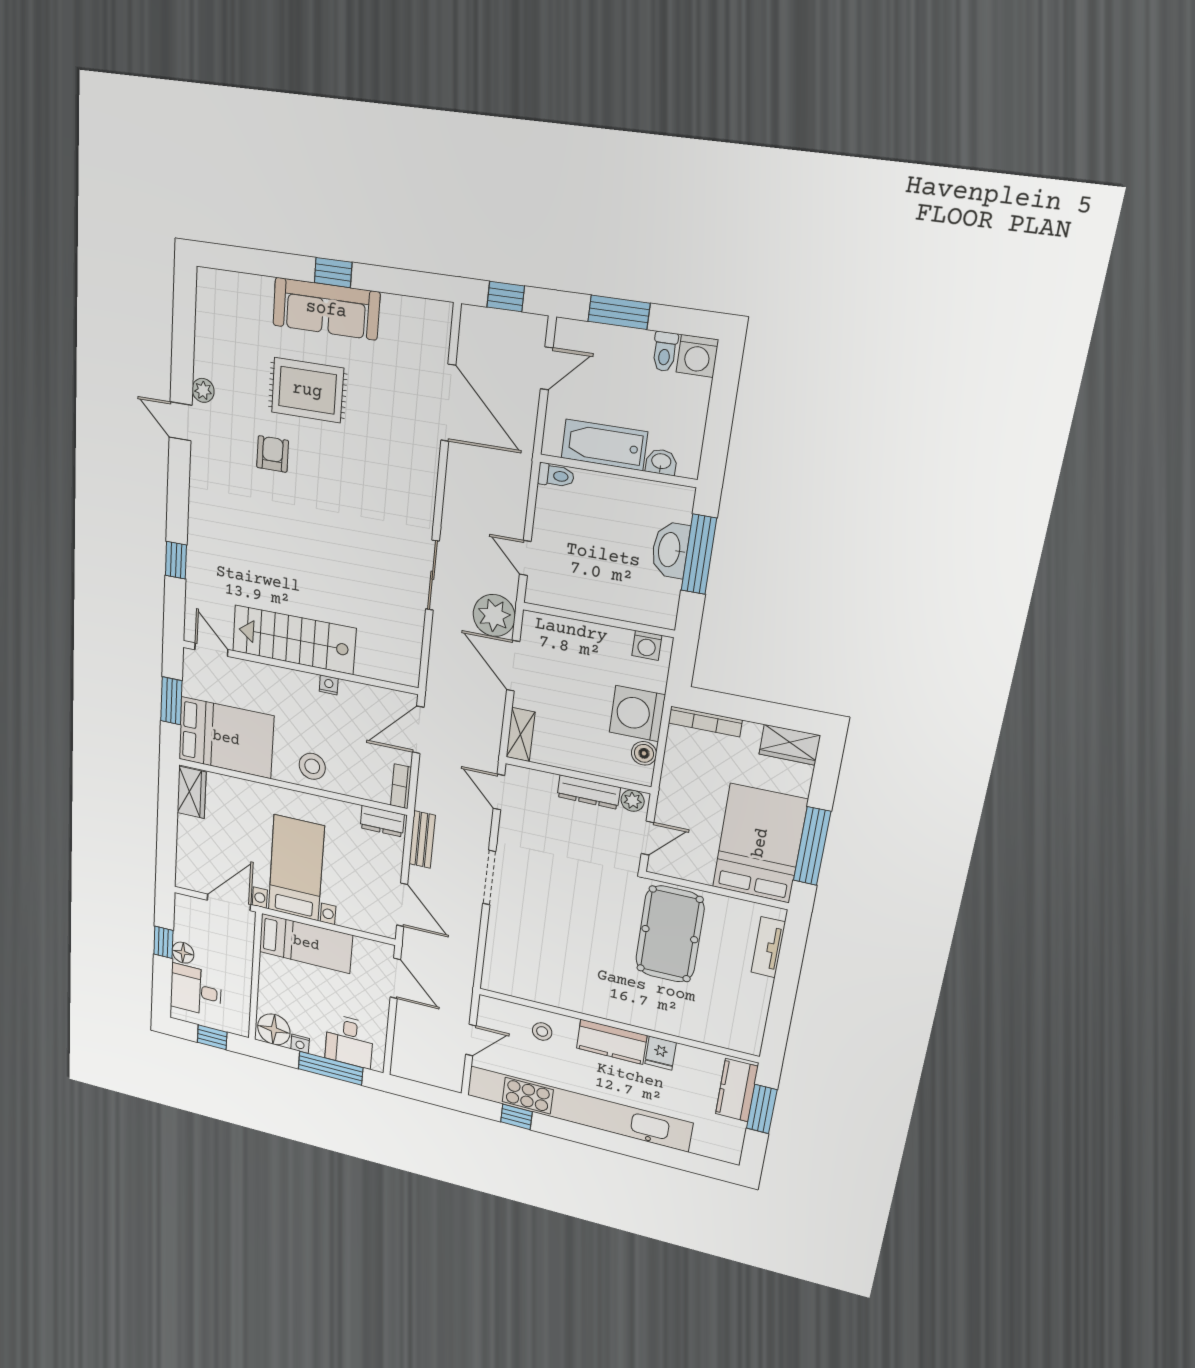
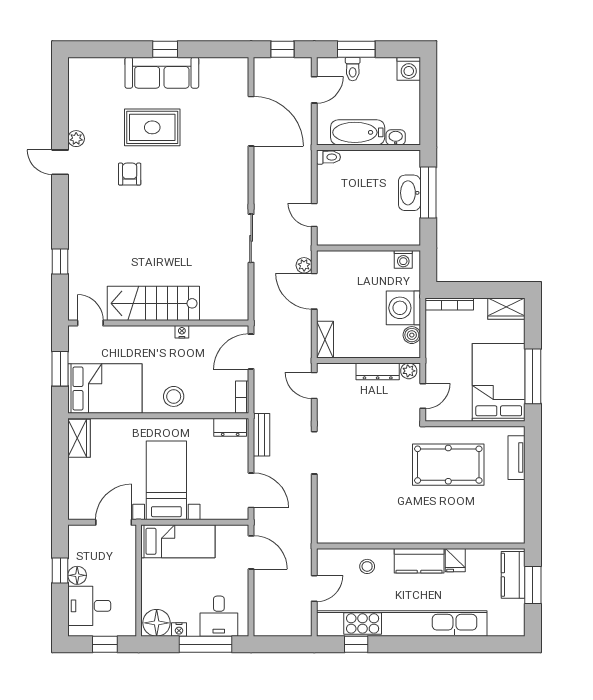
toilet: (665, 352) -> (353, 69), moved
plant: (494, 615) -> (304, 265), width x0.53, depth x0.53
pool table: (670, 934) -> (448, 465), turned 90

